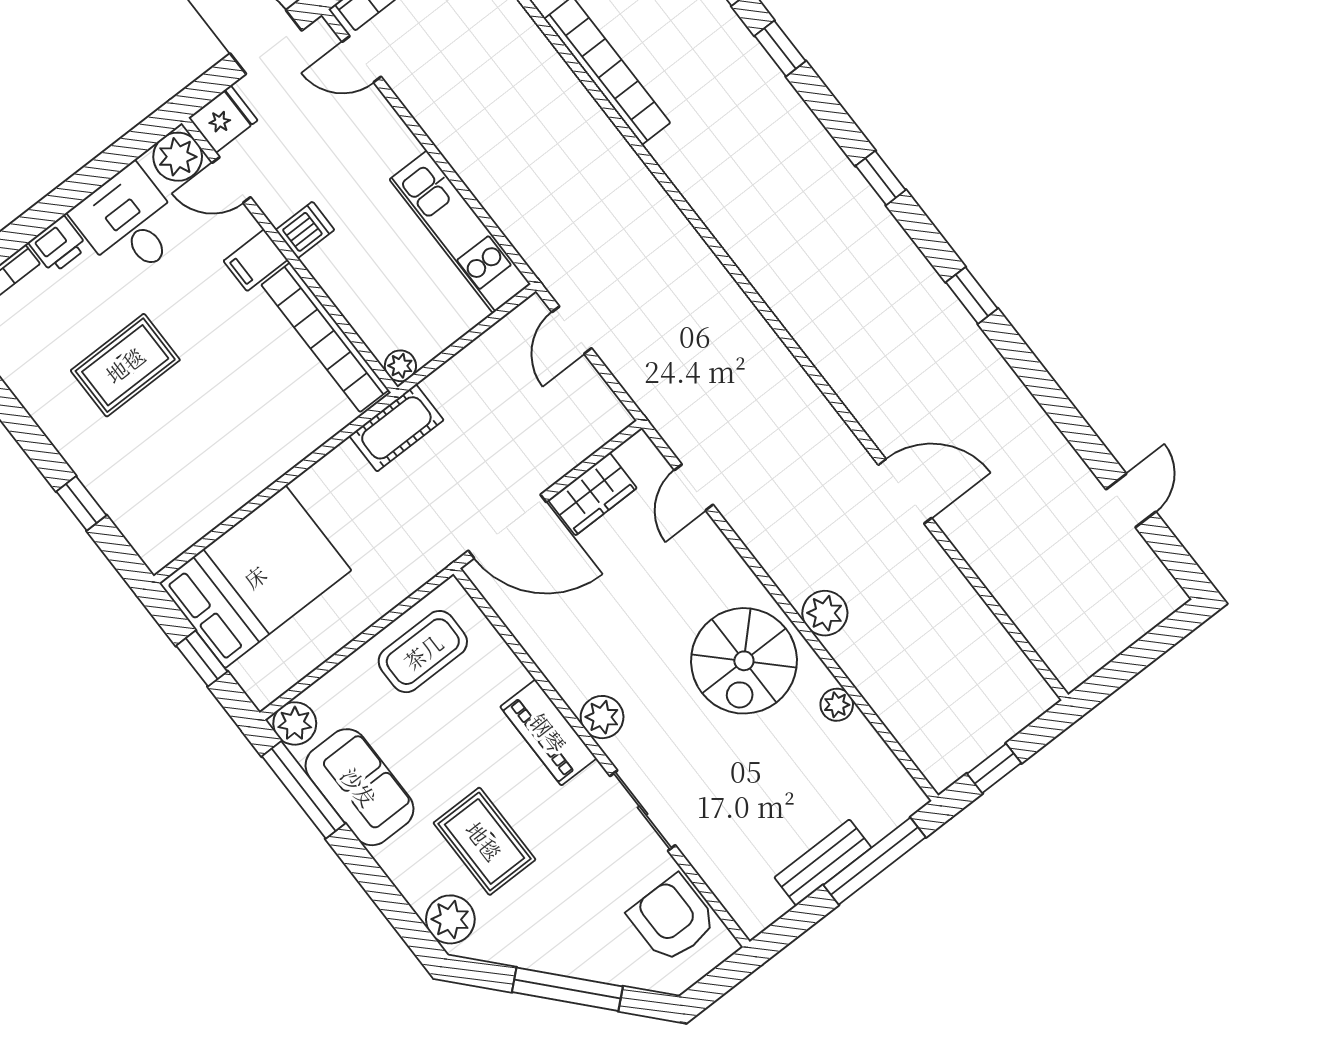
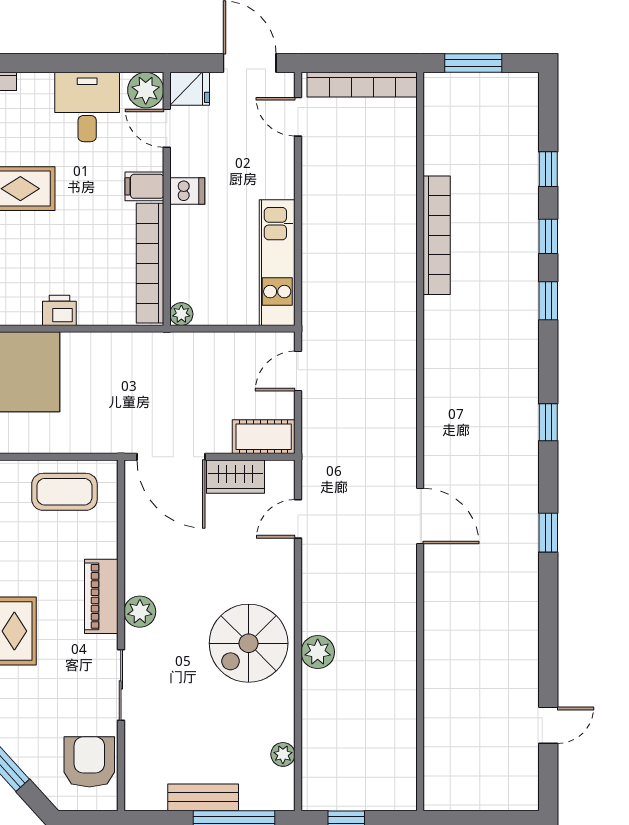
printer: (58, 245) -> (59, 310), moved, turned 180
cot: (396, 428) -> (264, 437), moved
door: (905, 491) -> (420, 516), moved
plant: (837, 705) -> (283, 754), moved

